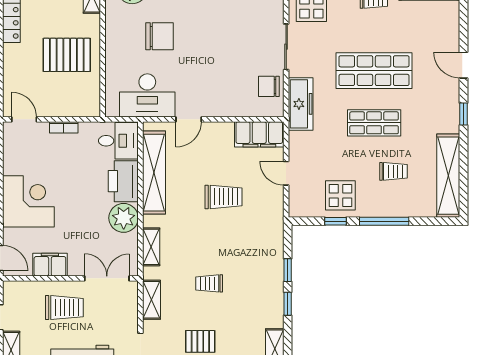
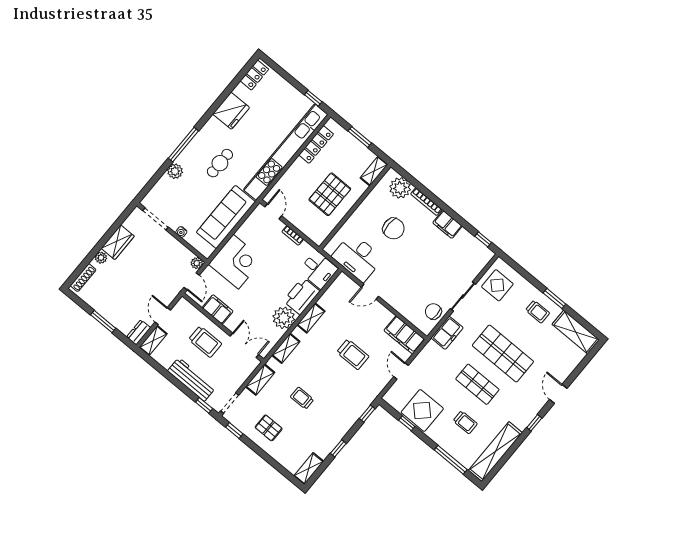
pallet: (67, 55) -> (330, 194), turned 90
freezer: (301, 104) -> (447, 333), width x0.71
shelving: (154, 173) -> (311, 318), width x0.45, depth x0.75
display table: (340, 195) -> (422, 410), width x1.36, depth x1.36
window: (384, 221) -> (451, 460), moved
window: (288, 270) -> (367, 414), moved

